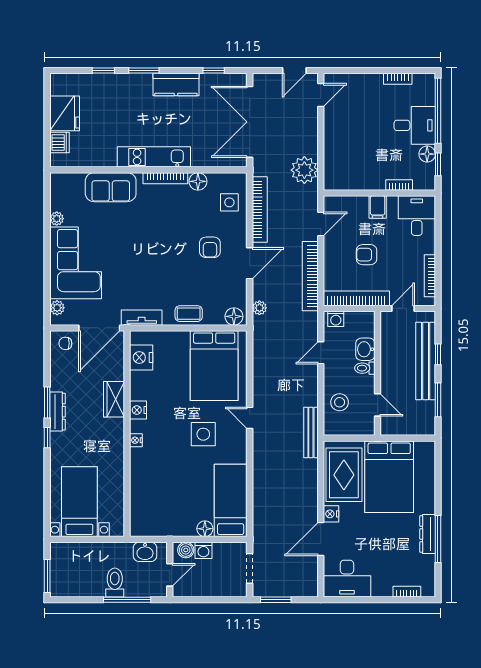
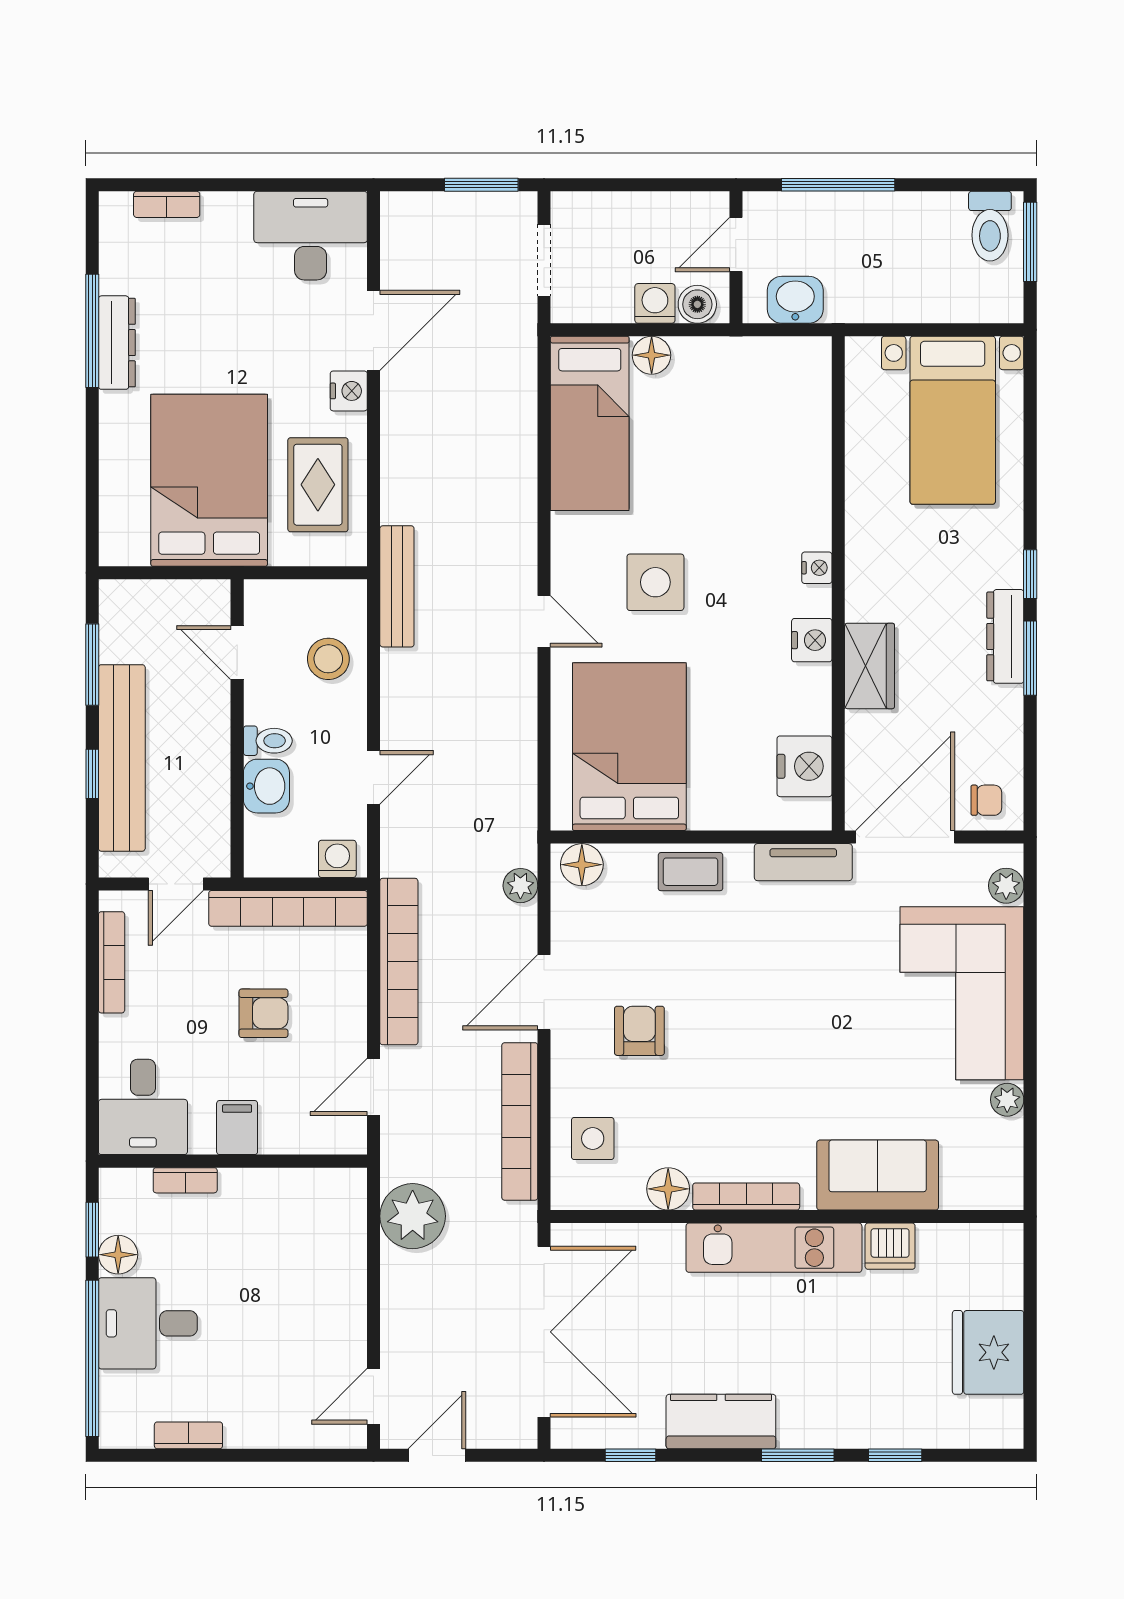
dishwasher: (59, 143) -> (890, 1246), moved, turned -90
rug: (344, 475) -> (318, 485), width x0.73, depth x0.70
toilet: (115, 583) -> (990, 226), moved

